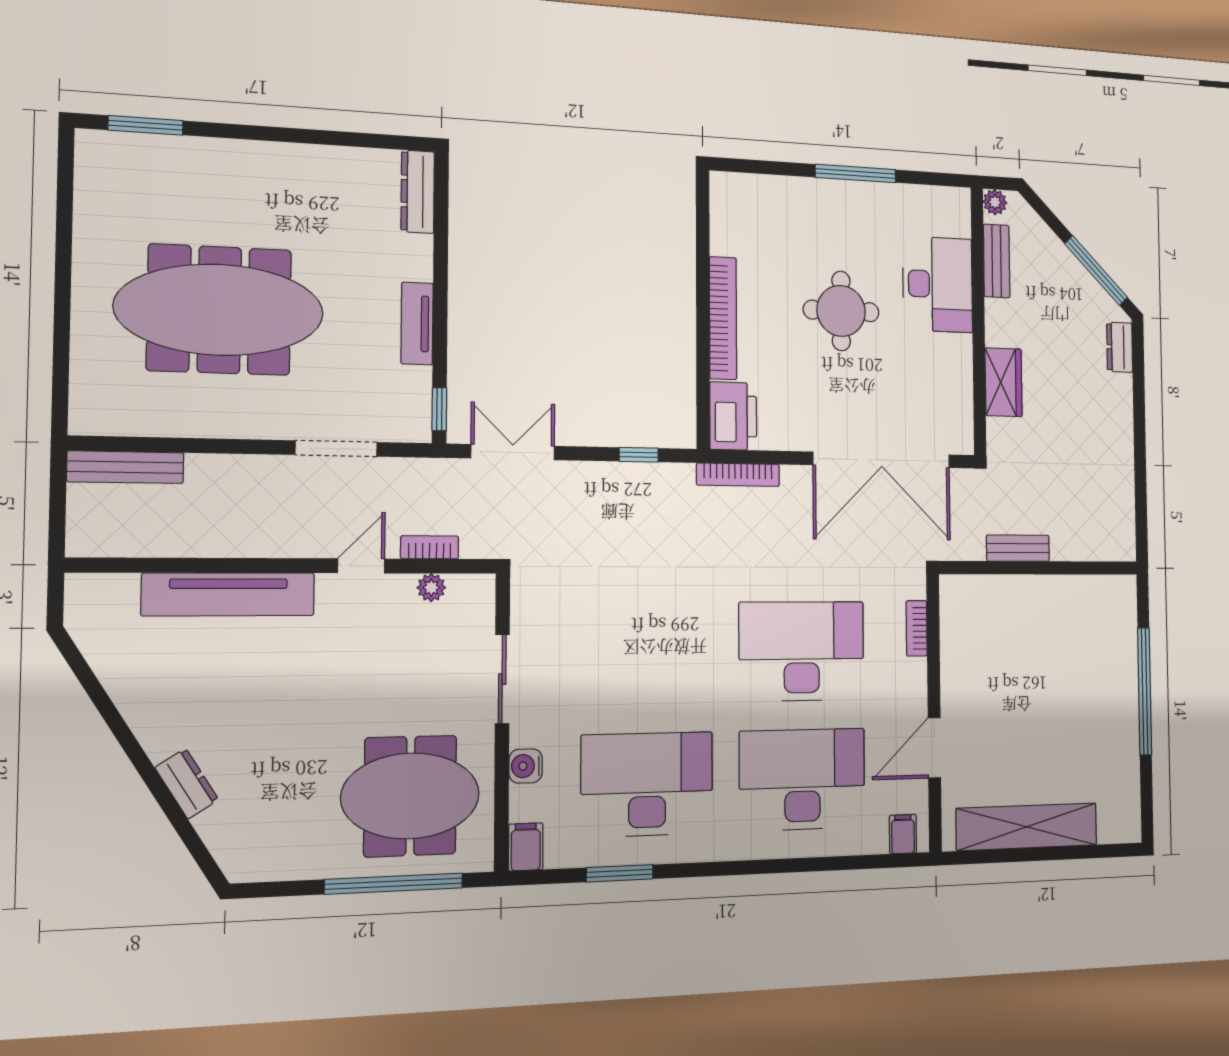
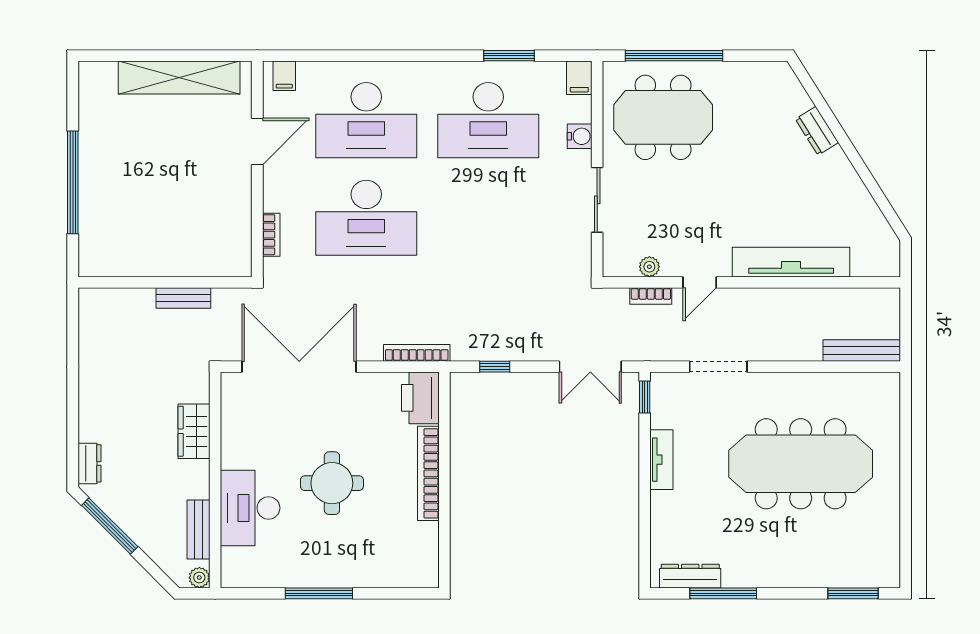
window: (333, 138) -> (723, 593), added
dresser: (418, 192) -> (690, 576), moved, turned -90

